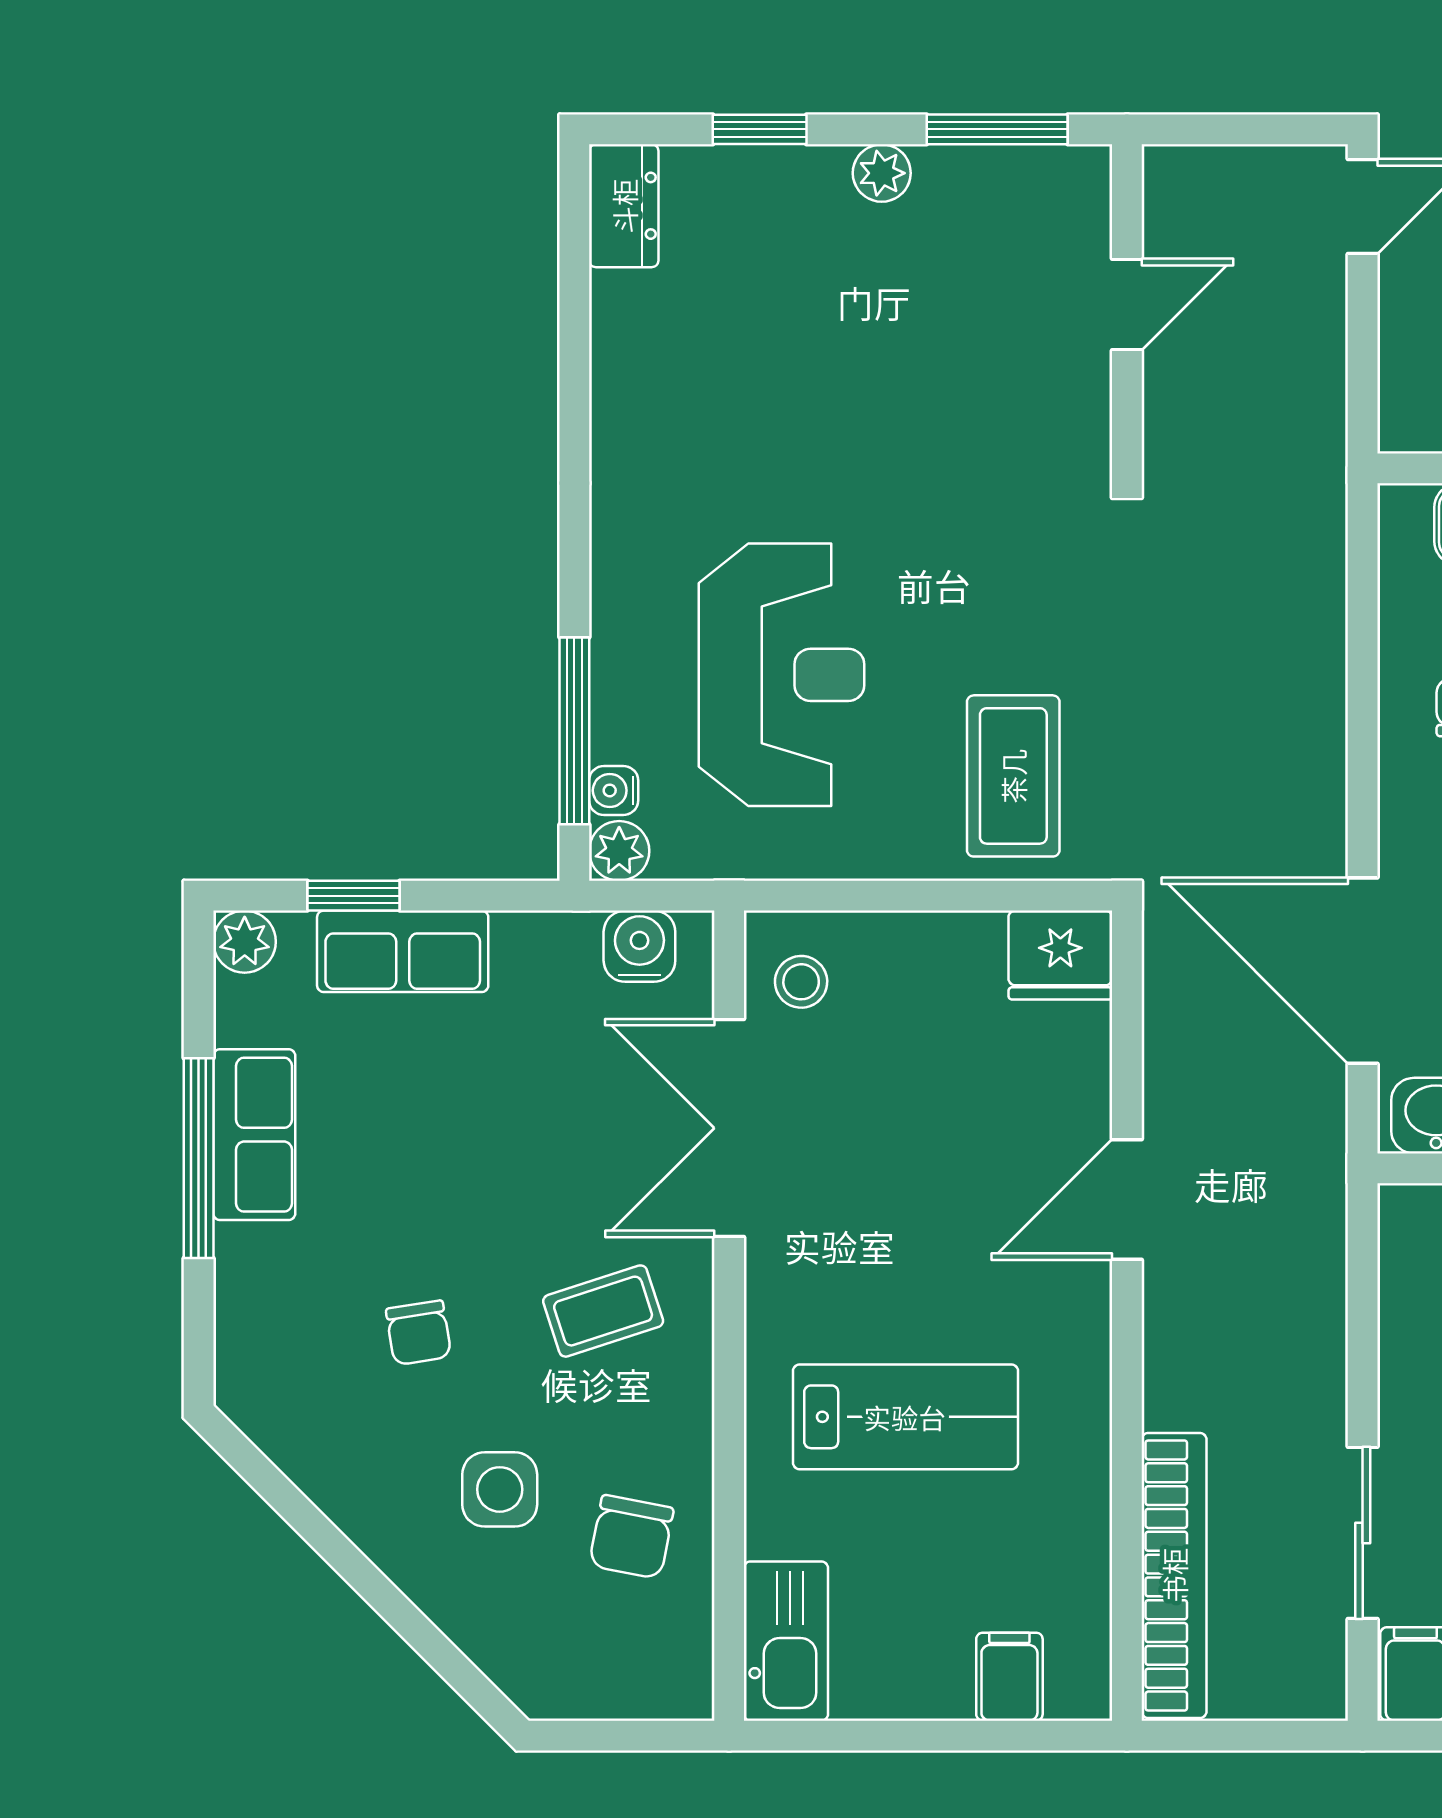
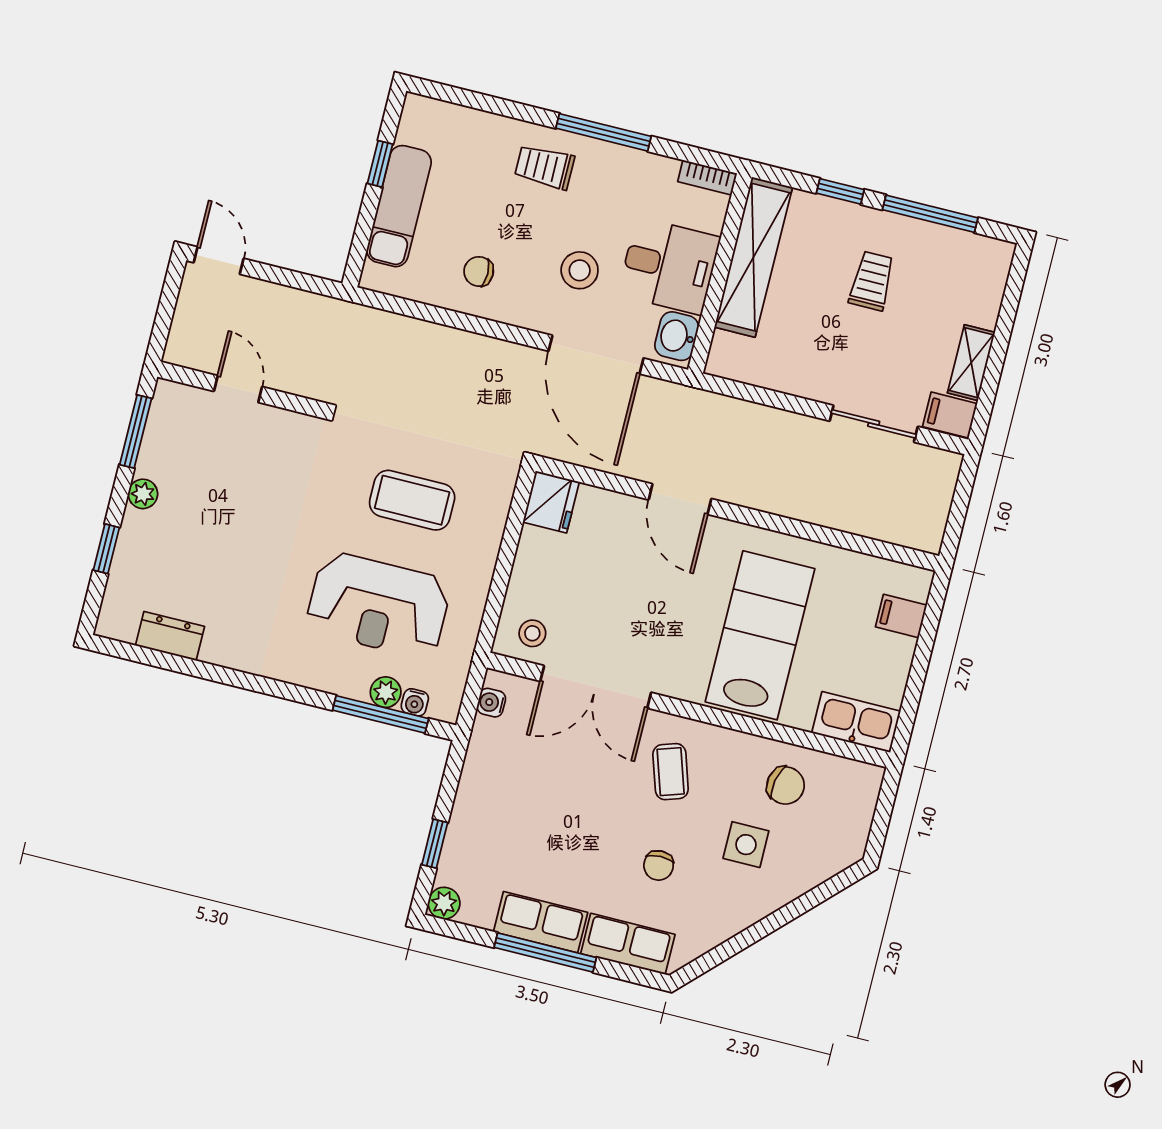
dresser: (624, 206) -> (170, 636), moved
reception desk: (781, 675) -> (378, 605), turned 180
coffee table: (1013, 776) -> (412, 500), moved
plant: (619, 851) -> (386, 692), moved
water cooler: (639, 946) -> (491, 703), width x0.72, depth x0.72
row of seats: (403, 951) -> (628, 944), moved, turned -90
door: (1363, 971) -> (596, 355), hinge flipped
chair: (418, 1333) -> (659, 865), turned 98
lab bench: (905, 1417) -> (760, 635), width x1.36, depth x1.39
bookcase: (1174, 1575) -> (871, 522), removed

